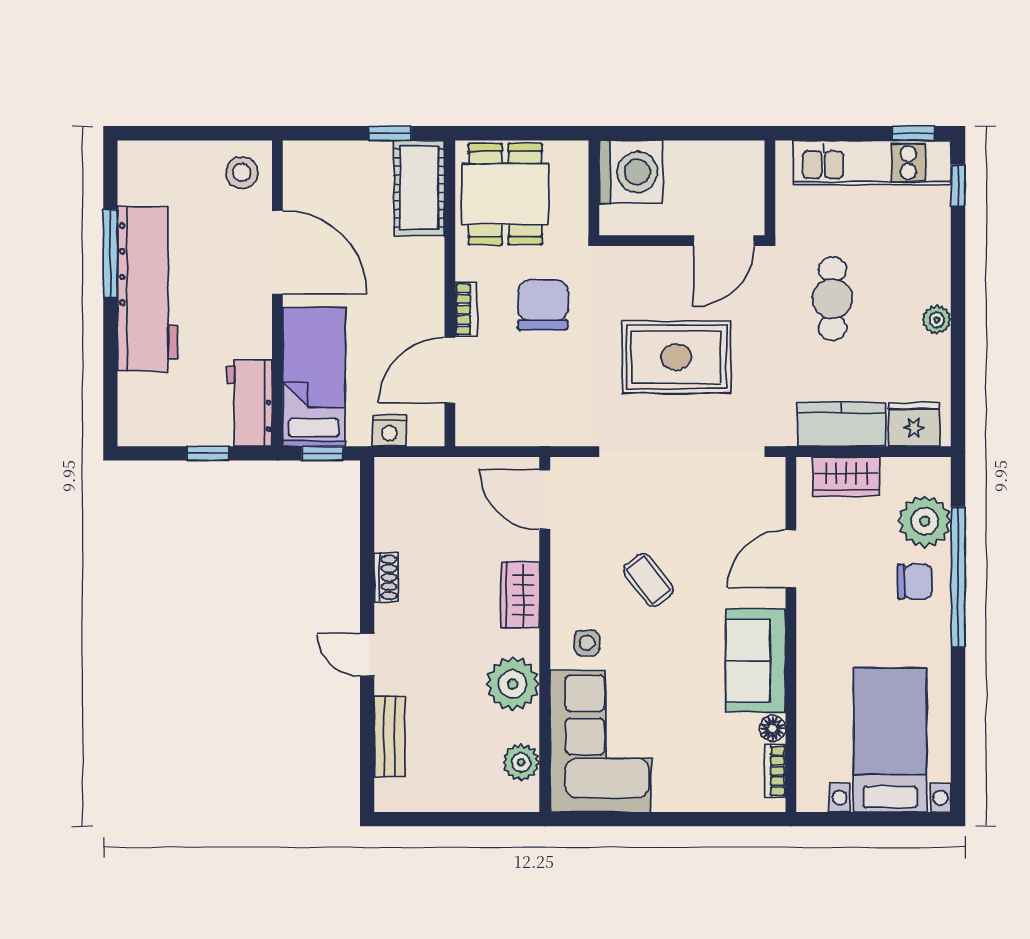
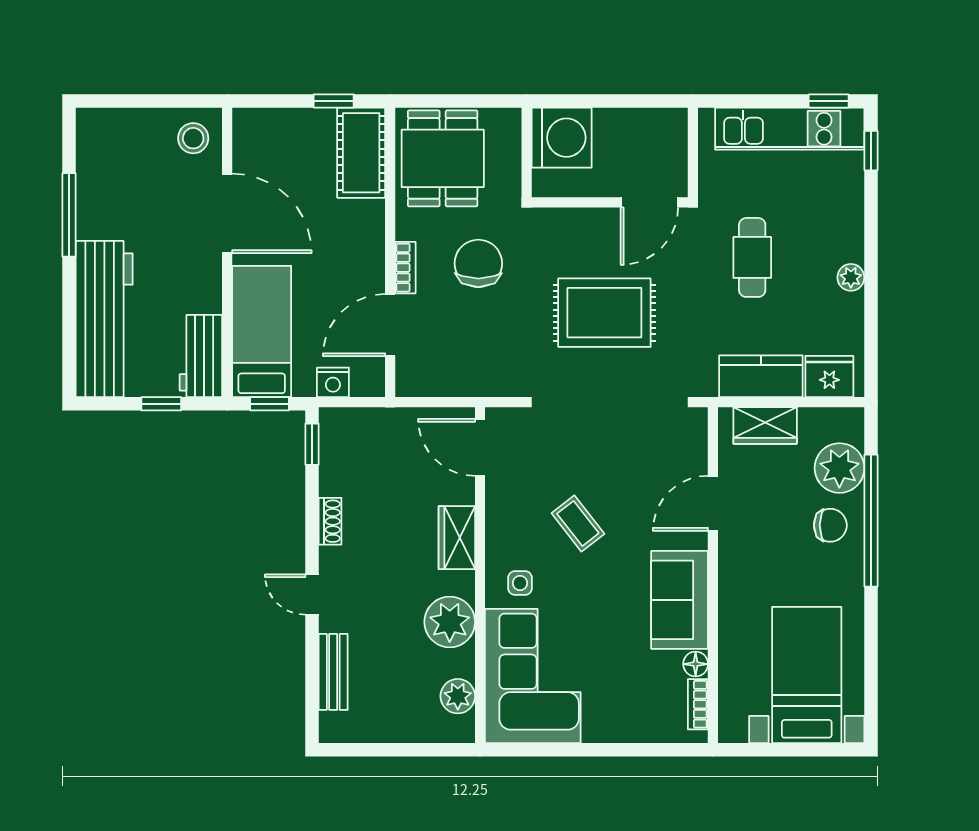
workbench: (147, 289) -> (104, 319), moved
window: (367, 496) -> (312, 444), added

